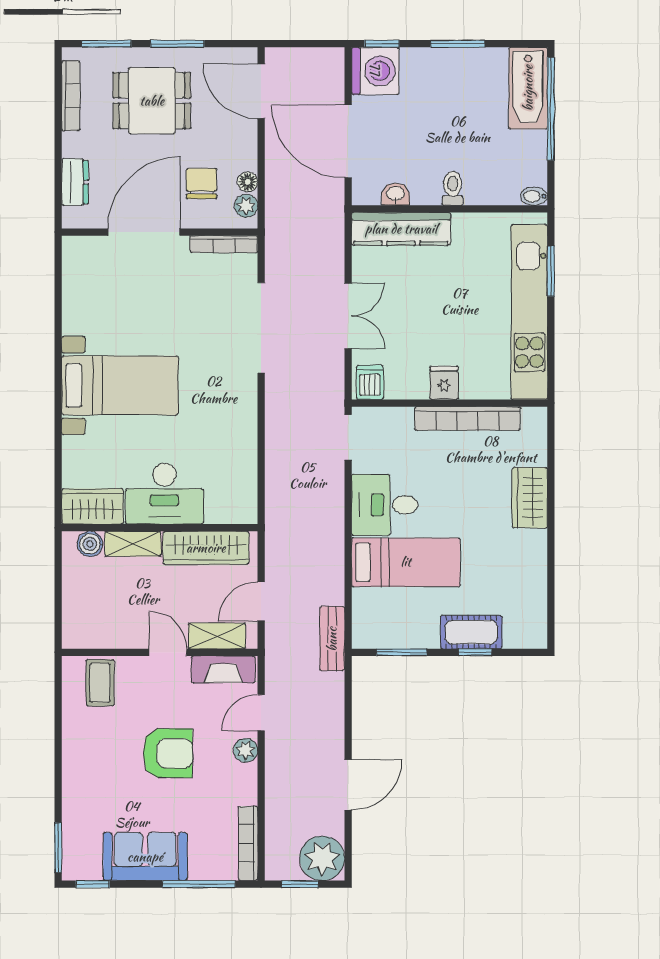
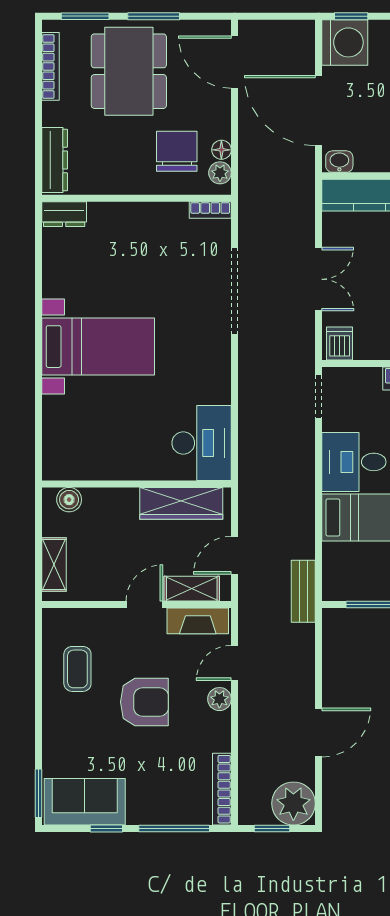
dining table: (152, 101) -> (129, 71), width x1.38
dresser: (75, 182) -> (55, 160), width x1.44
chair: (201, 184) -> (177, 151), width x1.37, depth x1.37
washbasin: (395, 194) -> (339, 162), moved
door: (144, 232) -> (121, 198), removed
bookcase: (224, 244) -> (210, 210), width x0.64
dresser: (85, 249) -> (64, 214), added
desk: (164, 494) -> (202, 443), moved, turned -90
wardrobe: (92, 506) -> (71, 463), removed
shelving: (133, 544) -> (54, 565), moved, turned 90
door: (168, 652) -> (144, 604), hinge flipped
coffee table: (100, 683) -> (77, 669), moved
sofa: (145, 857) -> (85, 802), moved
window: (93, 884) -> (106, 829), moved

